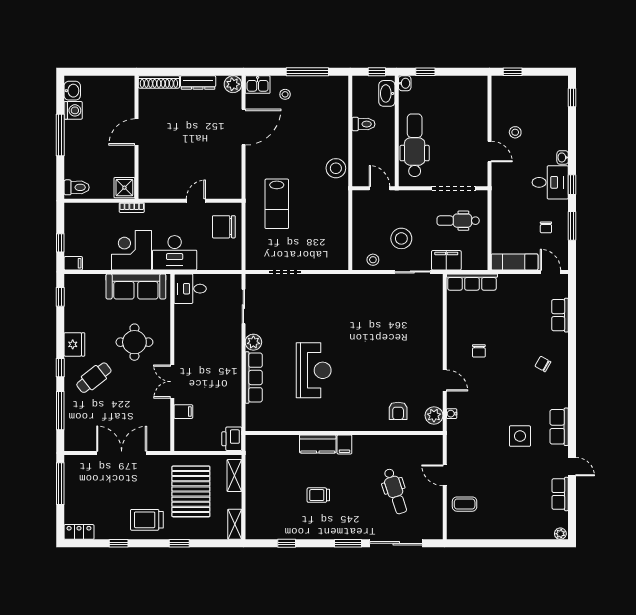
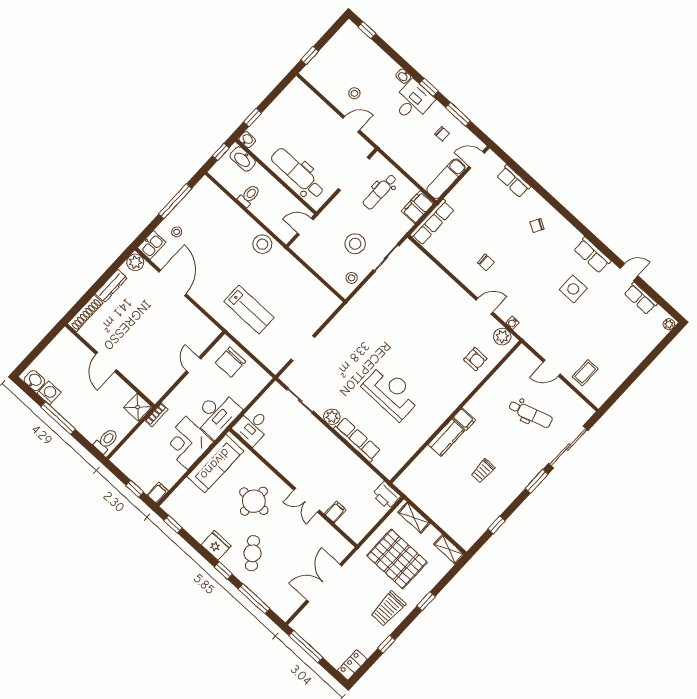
filing cabinet: (446, 260) -> (418, 207), moved

